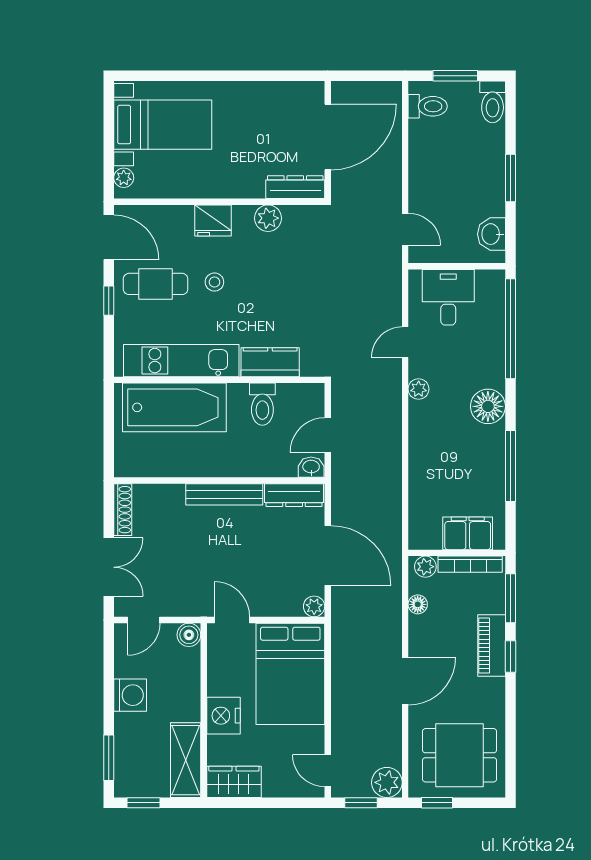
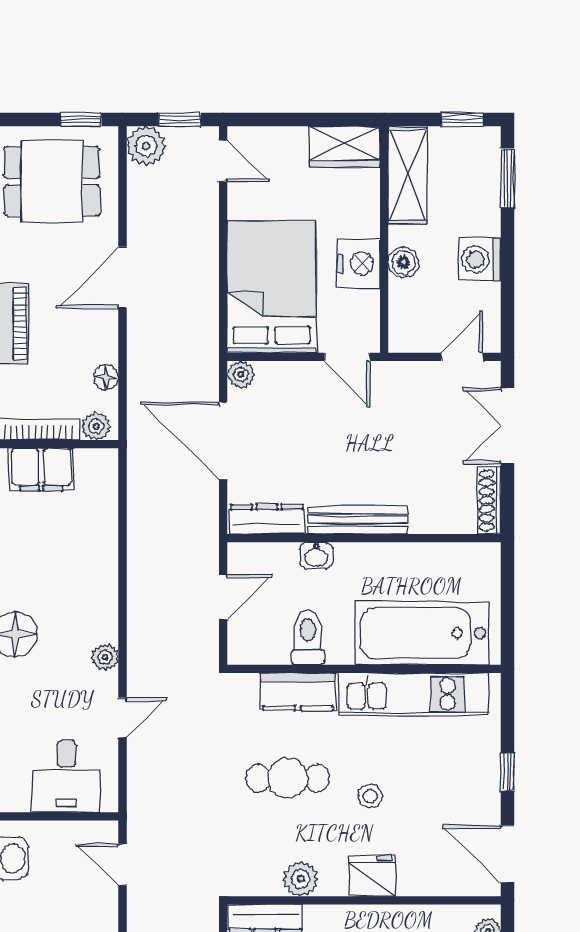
cafe table: (156, 284) -> (288, 778), moved
washbasin: (311, 467) -> (316, 555), moved
boiler: (189, 635) -> (403, 262), moved
nightstand: (223, 716) -> (358, 263), moved

